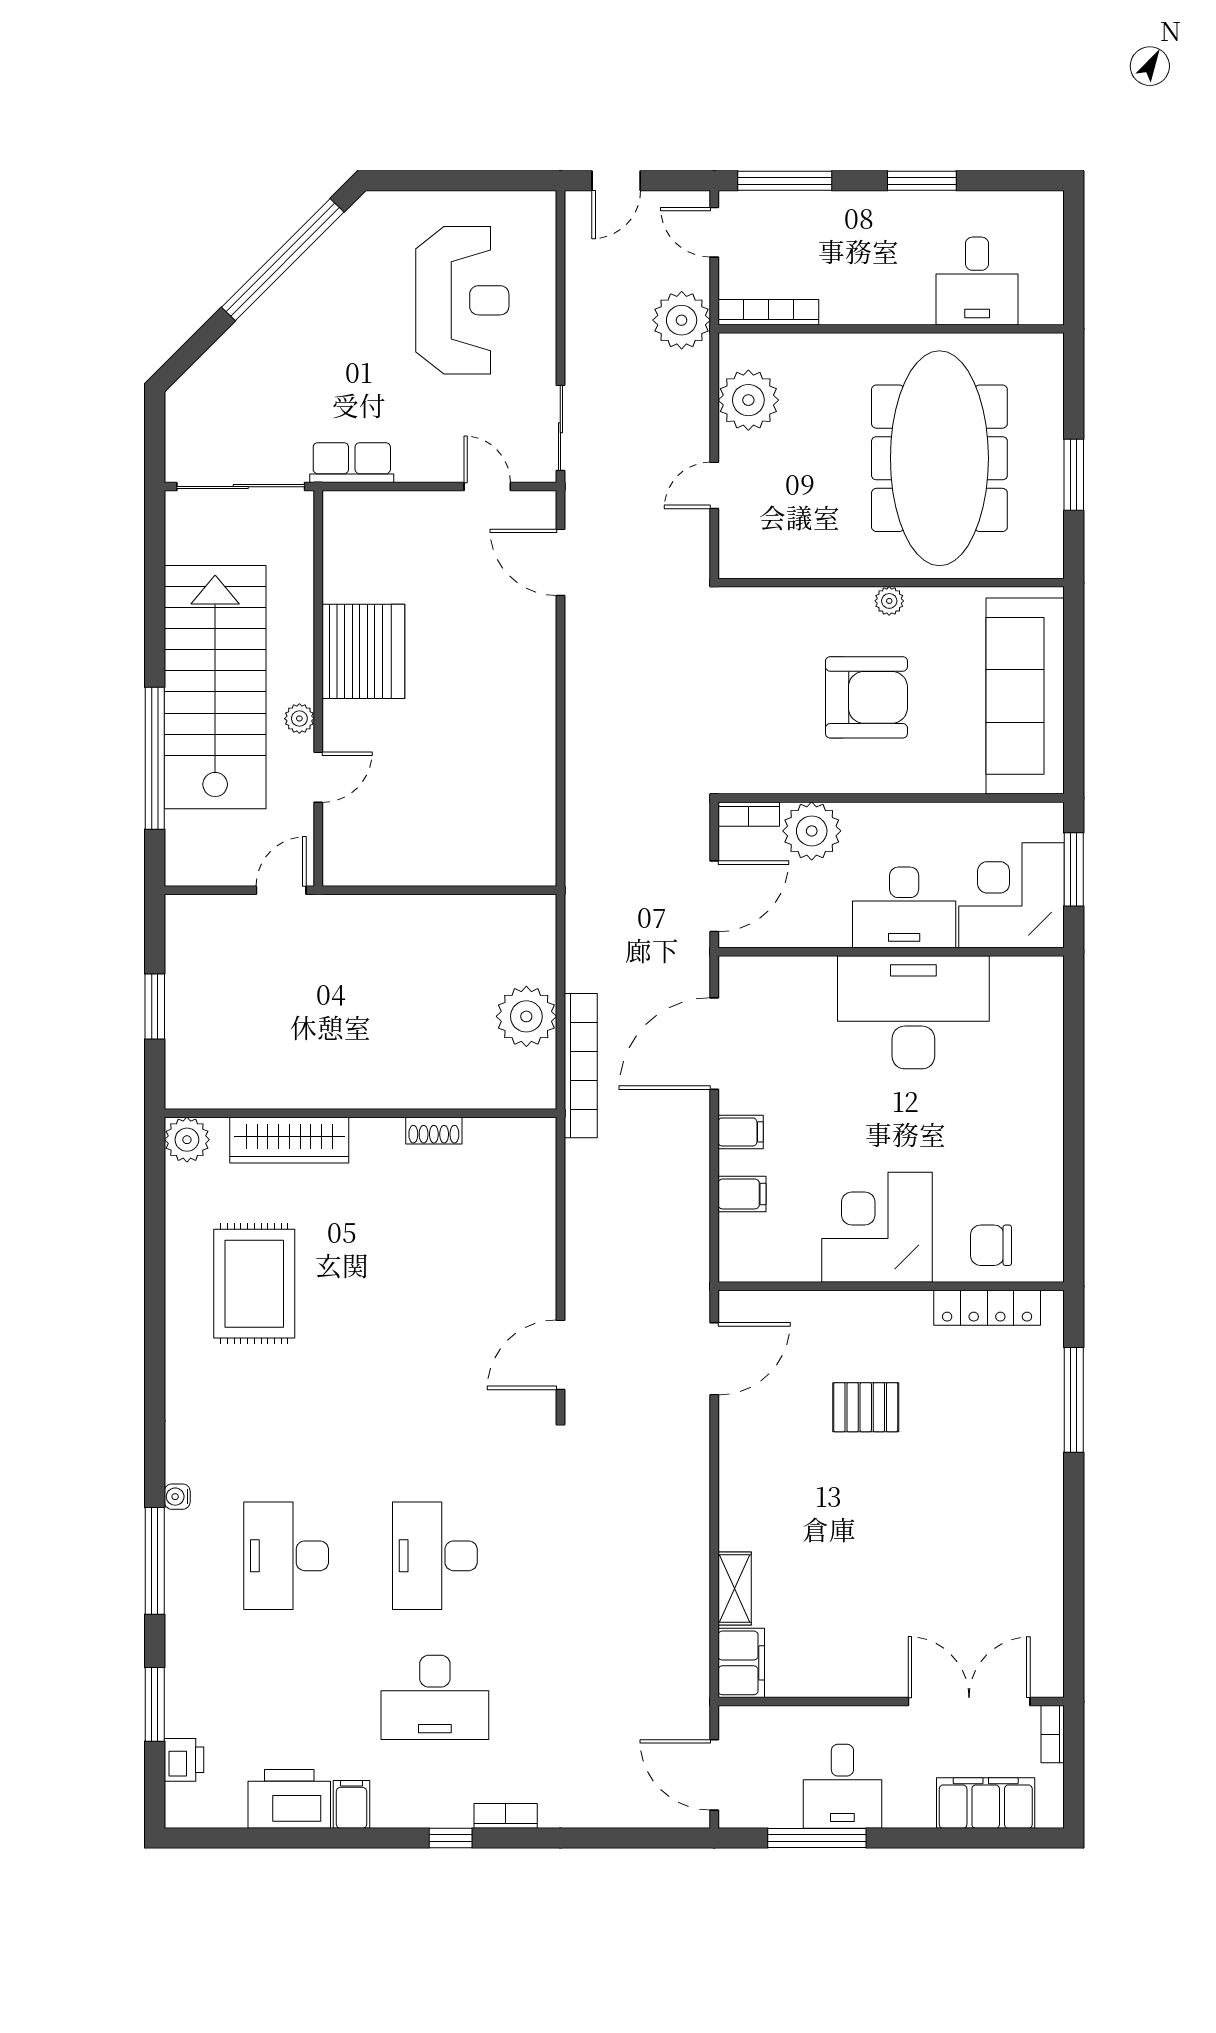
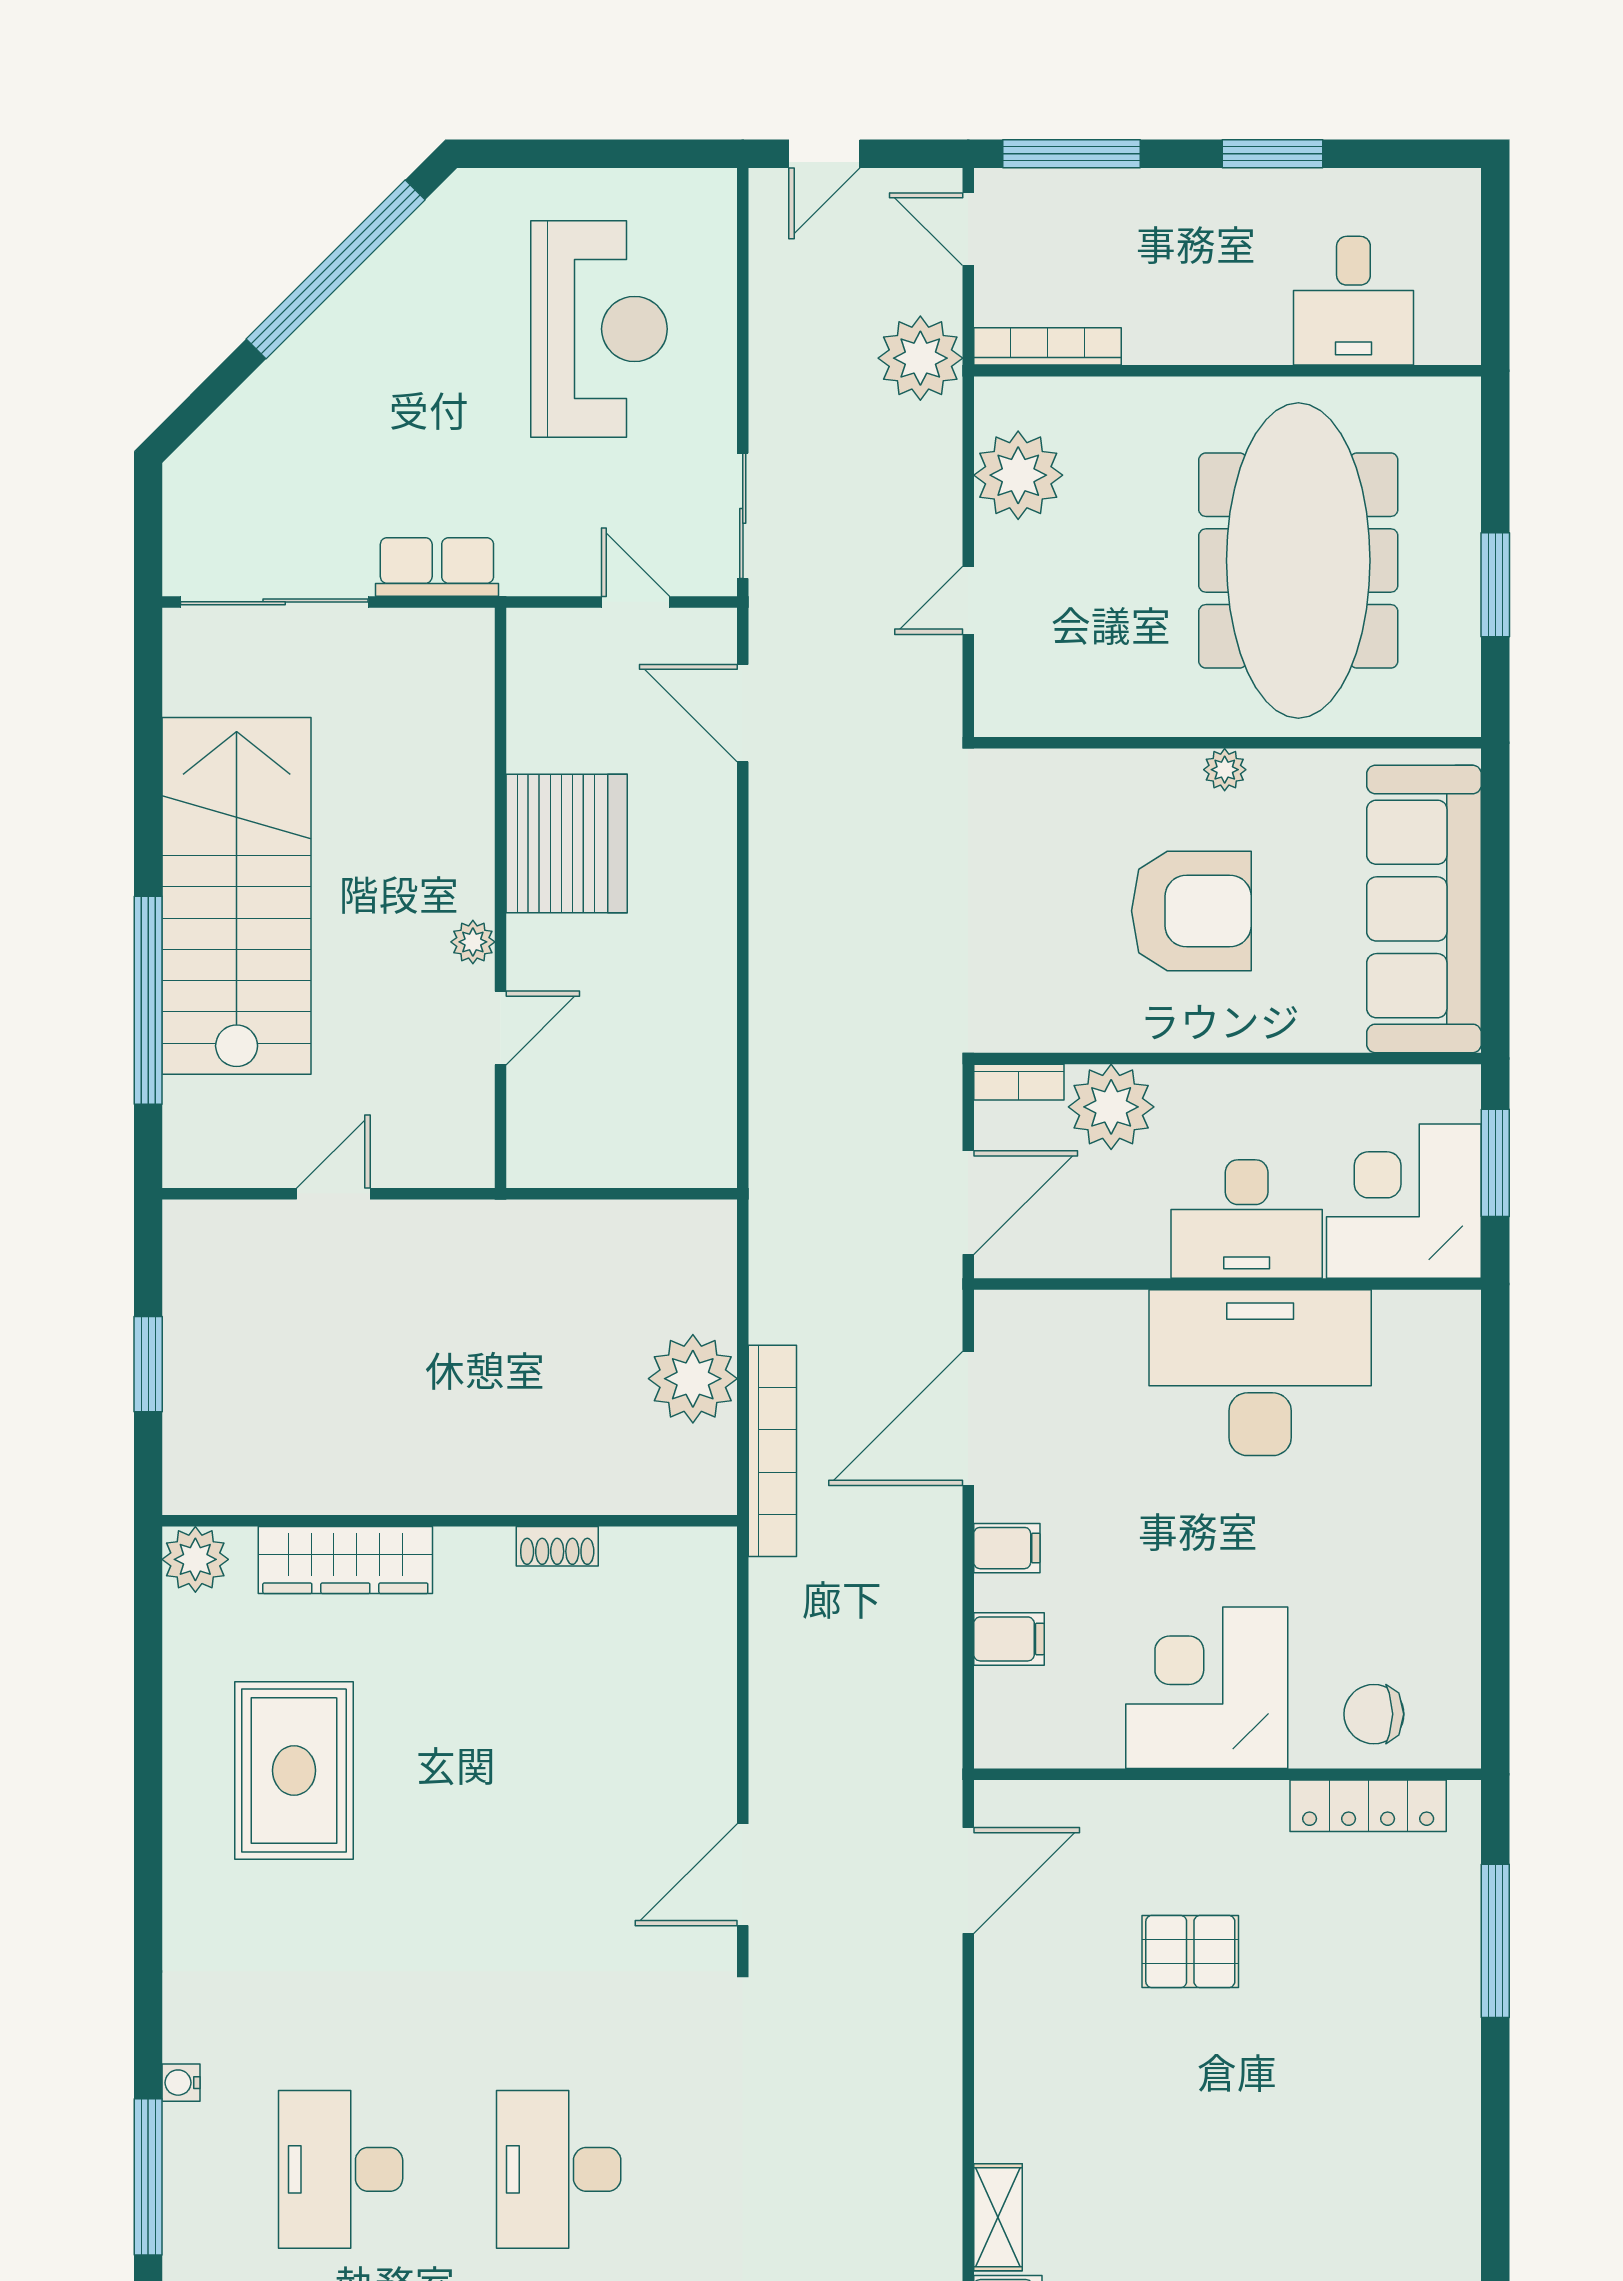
server rack: (363, 651) -> (567, 843), moved
wall: (318, 688) -> (500, 898), moved
plant: (299, 719) -> (473, 942), moved
door: (318, 777) -> (500, 1028), moved

